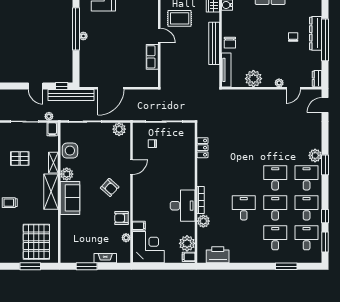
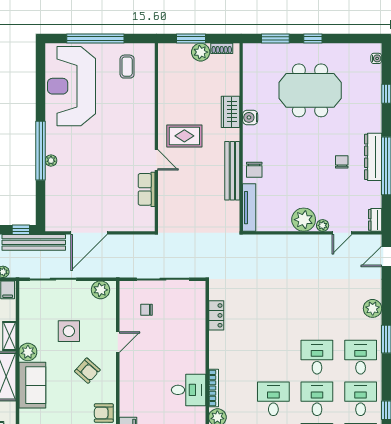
plant: (253, 79) -> (304, 220), moved
side table: (70, 151) -> (69, 331), moved
plant: (315, 155) -> (373, 308), moved
desk: (183, 206) -> (189, 390), width x0.73

